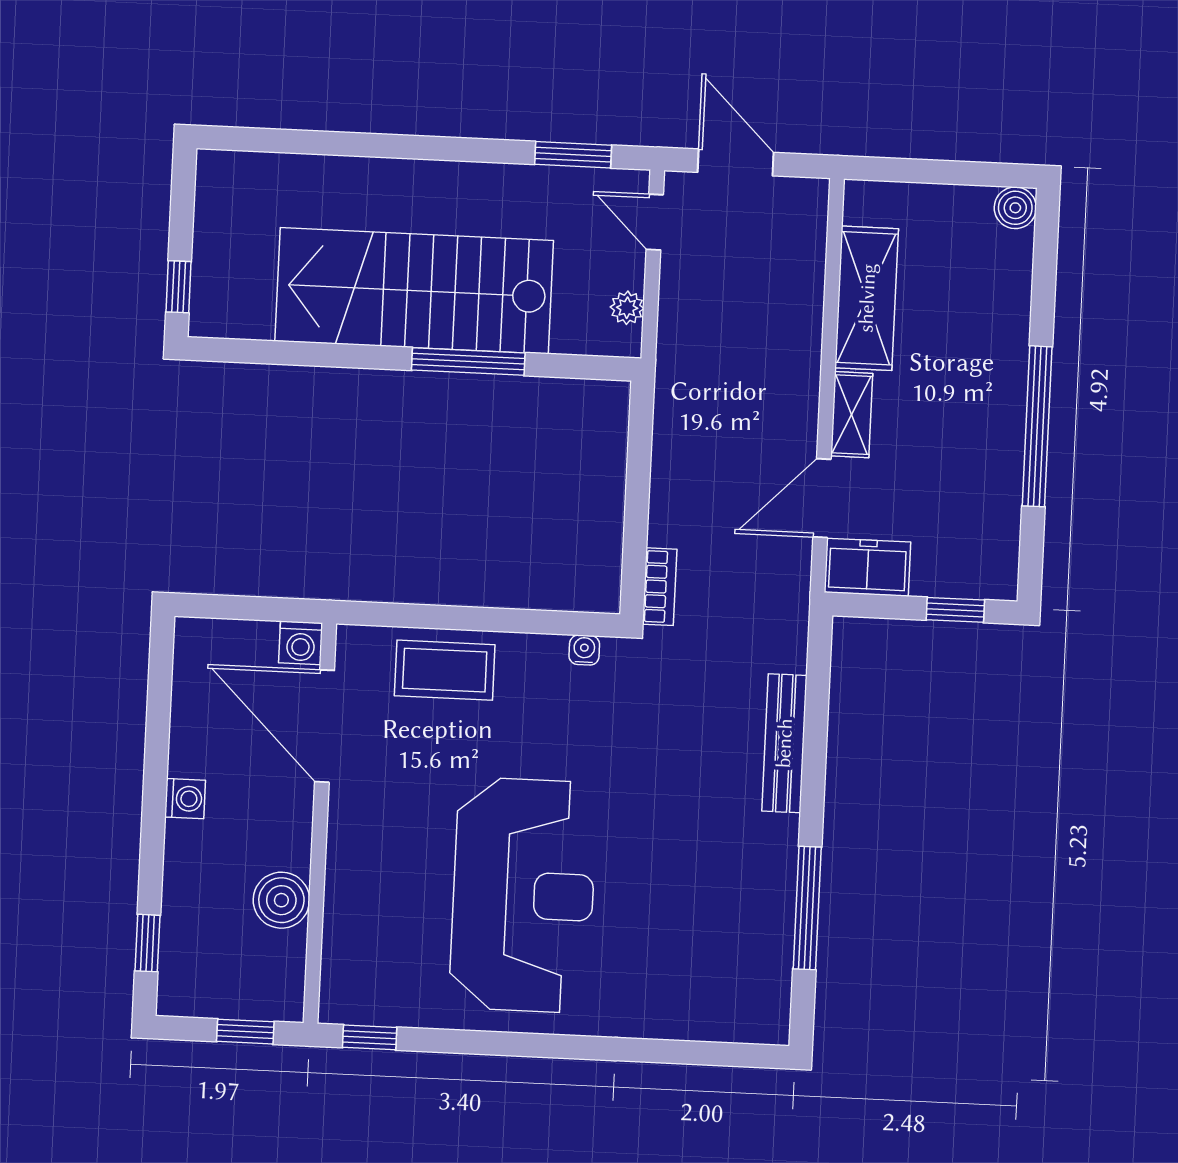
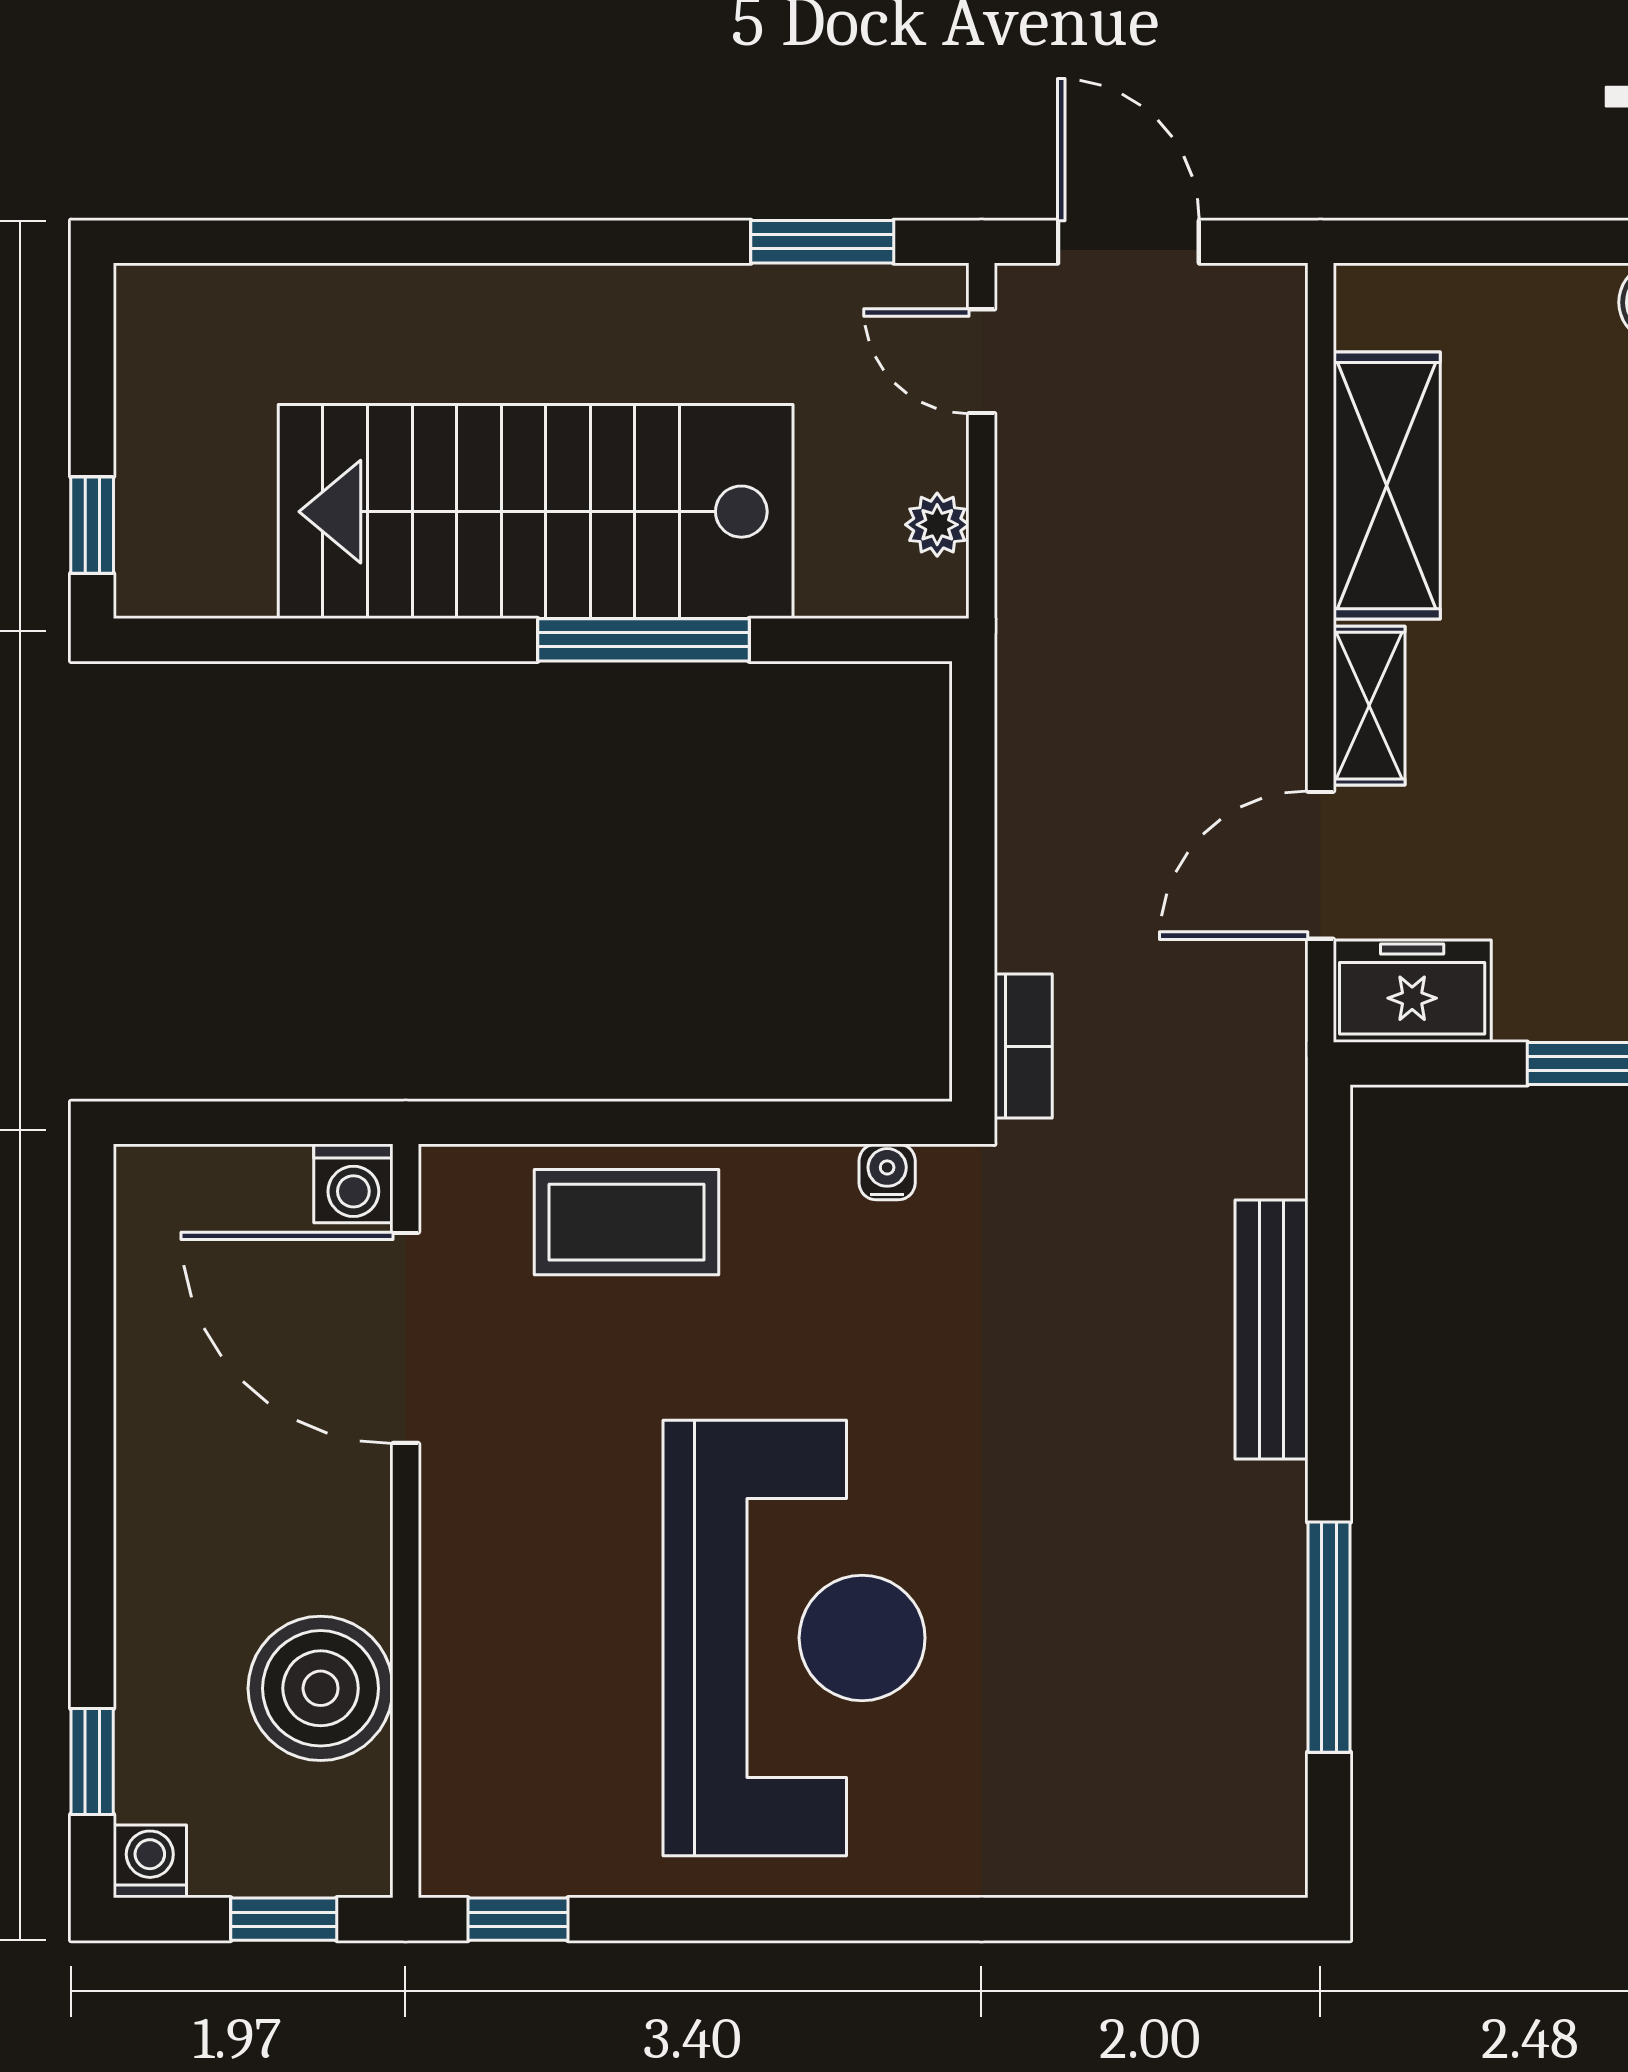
washing machine: (185, 799) -> (150, 1861), moved, turned -90
boiler: (281, 900) -> (321, 1688), width x1.37, depth x1.37

